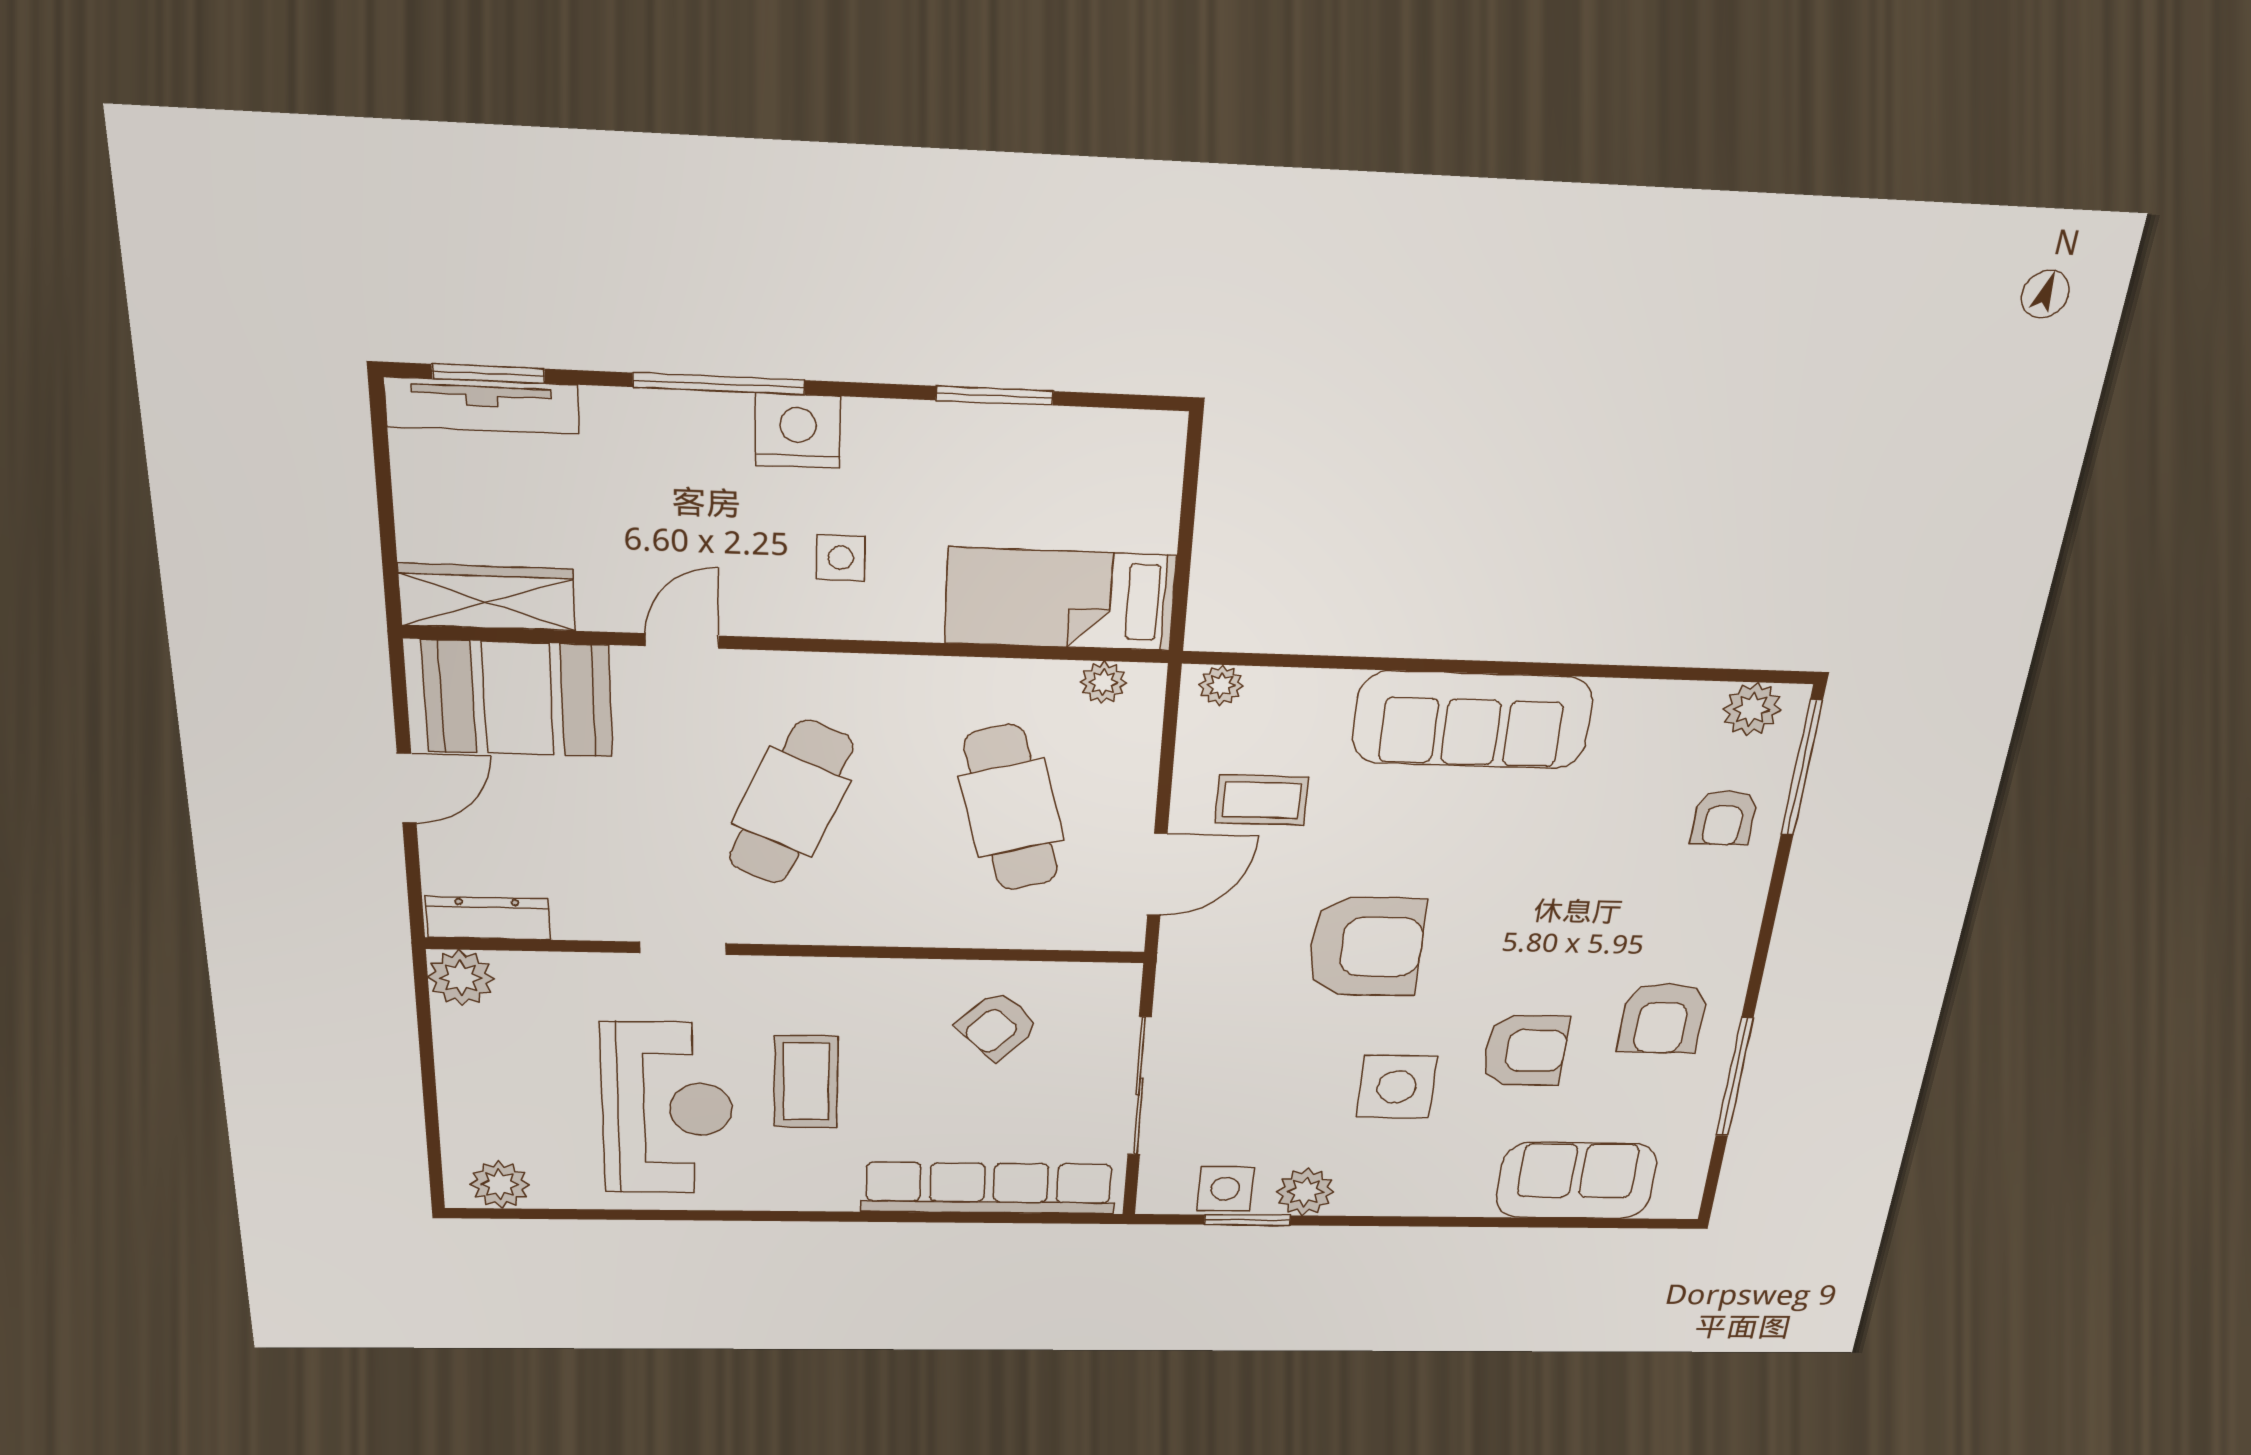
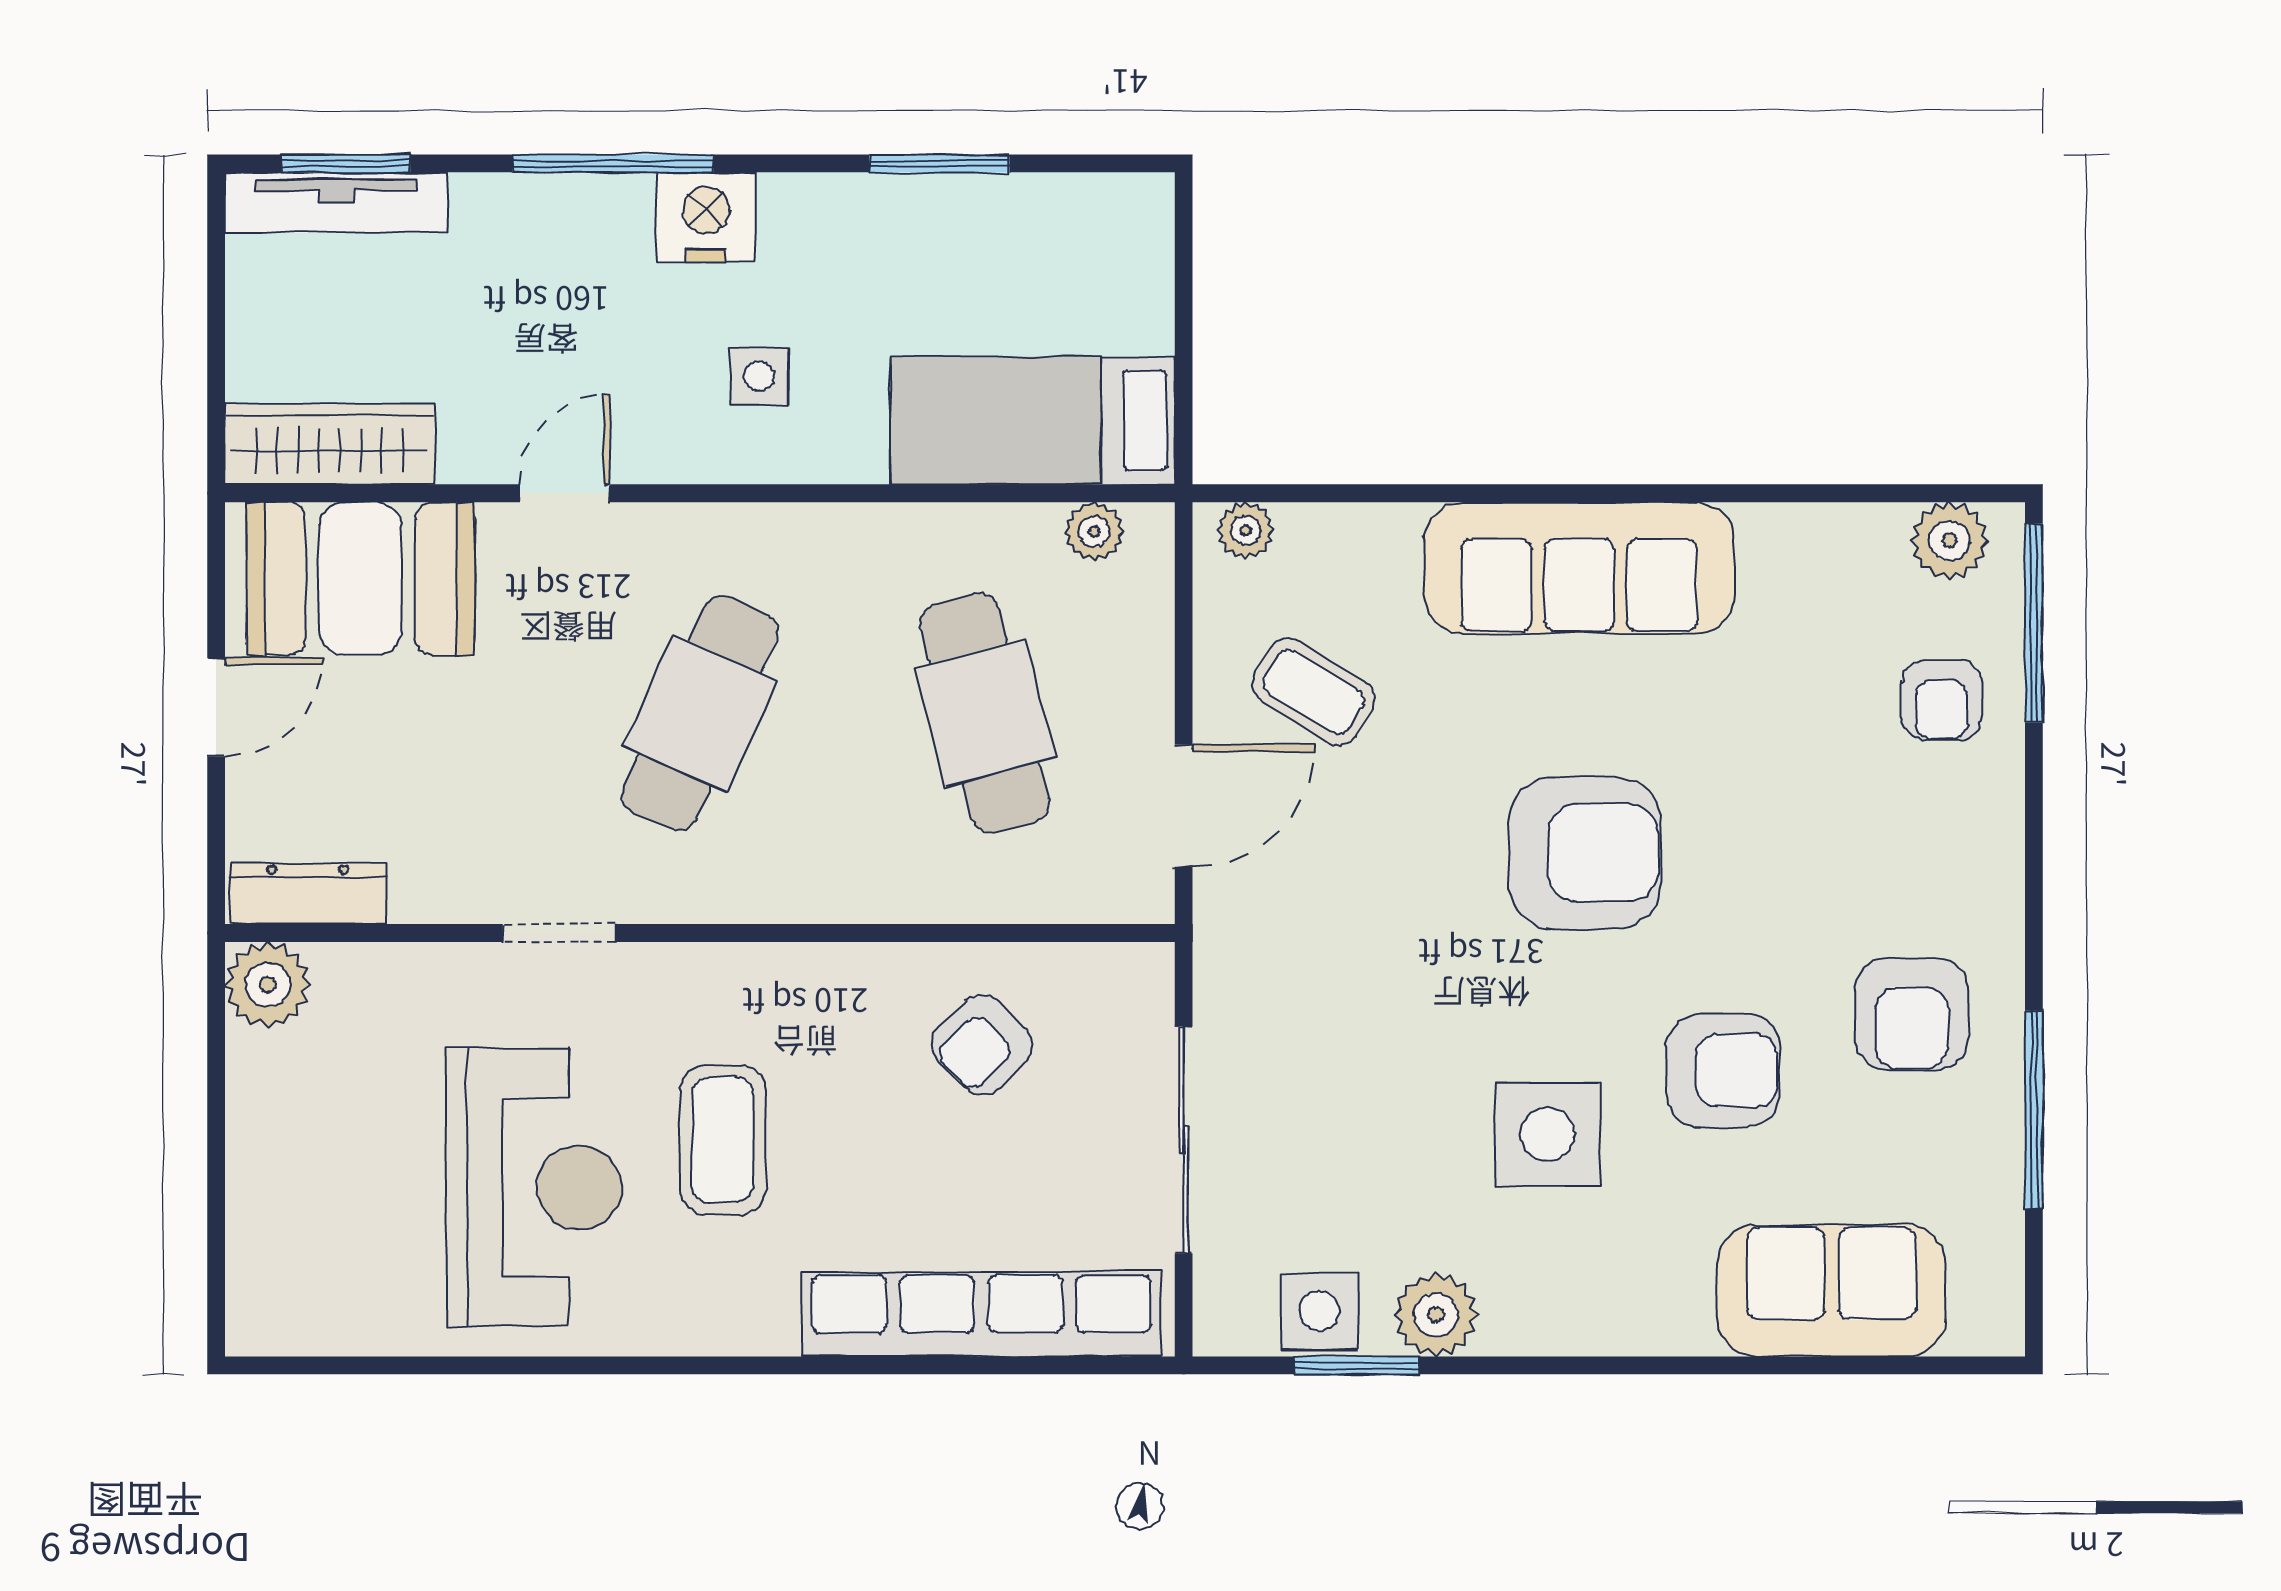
coffee table: (1262, 800) -> (1314, 692), turned 32
armchair: (1366, 947) -> (1585, 853), moved
plant: (500, 1184) -> (302, 1316), removed

